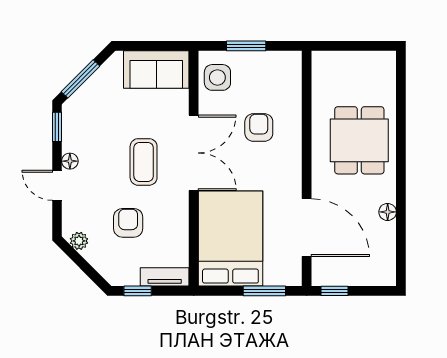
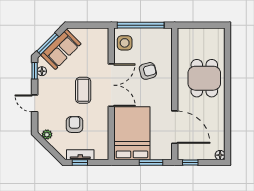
window: (246, 46) -> (141, 25), width x2.11
sofa: (156, 69) -> (61, 49), moved, turned -45
armchair: (259, 127) -> (148, 71), turned 75
floor lamp: (70, 161) -> (42, 71), moved
floor lamp: (388, 212) -> (220, 155), moved
tv unit: (165, 277) -> (80, 155), moved

